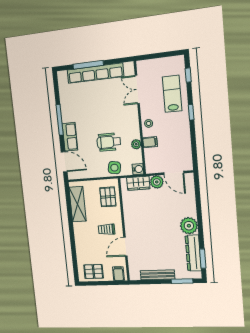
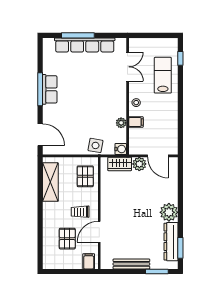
double door: (137, 89) -> (128, 67), swing flipped
window: (191, 112) -> (180, 96), removed
row of seats: (70, 137) -> (50, 89), moved
wheelchair: (109, 142) -> (92, 118), removed
pallet: (94, 272) -> (67, 239), moved, turned 90

